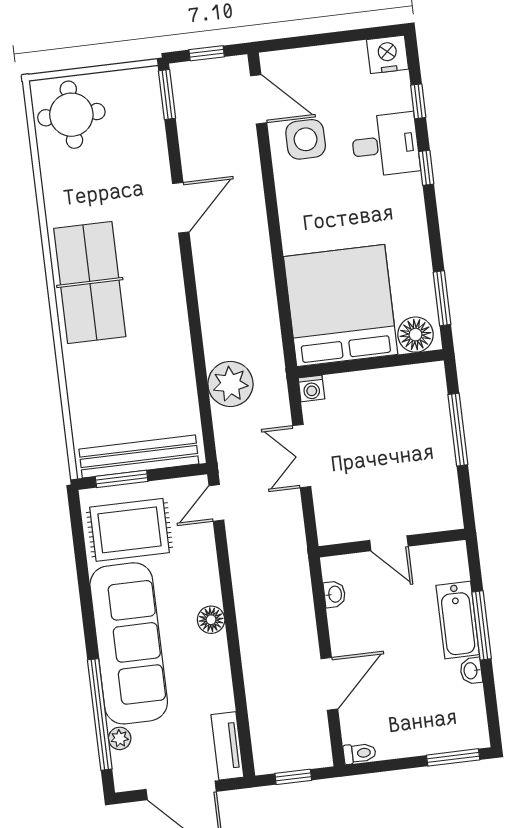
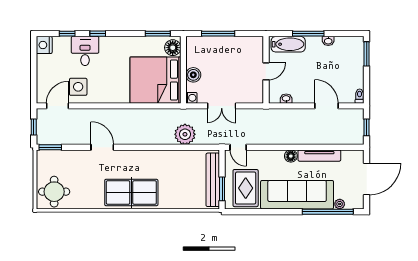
boiler: (362, 386) -> (193, 75), added
bathtub: (458, 620) -> (288, 44), moved
tv unit: (227, 746) -> (319, 156), moved, width x1.41

